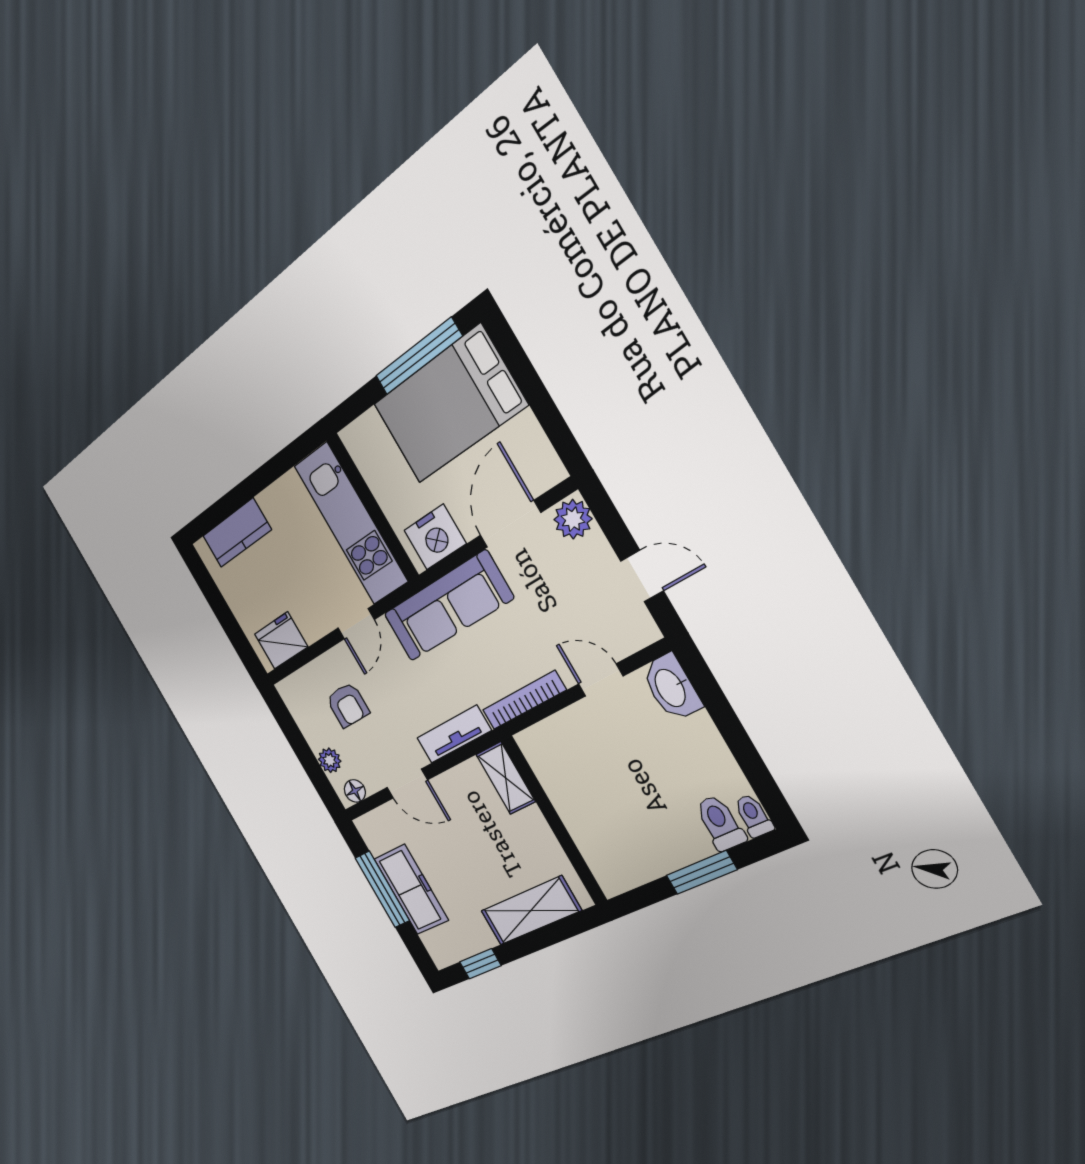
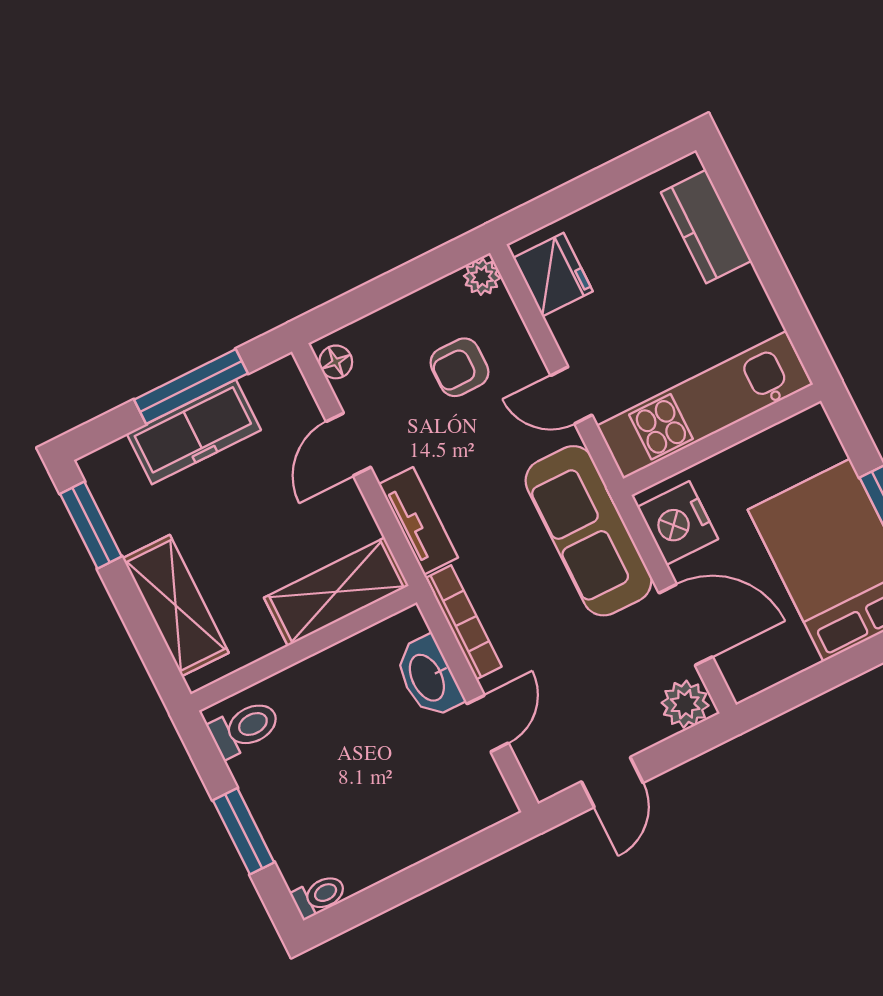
washbasin: (671, 687) -> (428, 677), moved, turned -90
plant: (330, 760) -> (482, 277), moved
shelving: (506, 778) -> (336, 592), width x1.50, depth x1.33
toilet: (720, 823) -> (245, 728), moved
window: (480, 964) -> (91, 525), width x1.50

